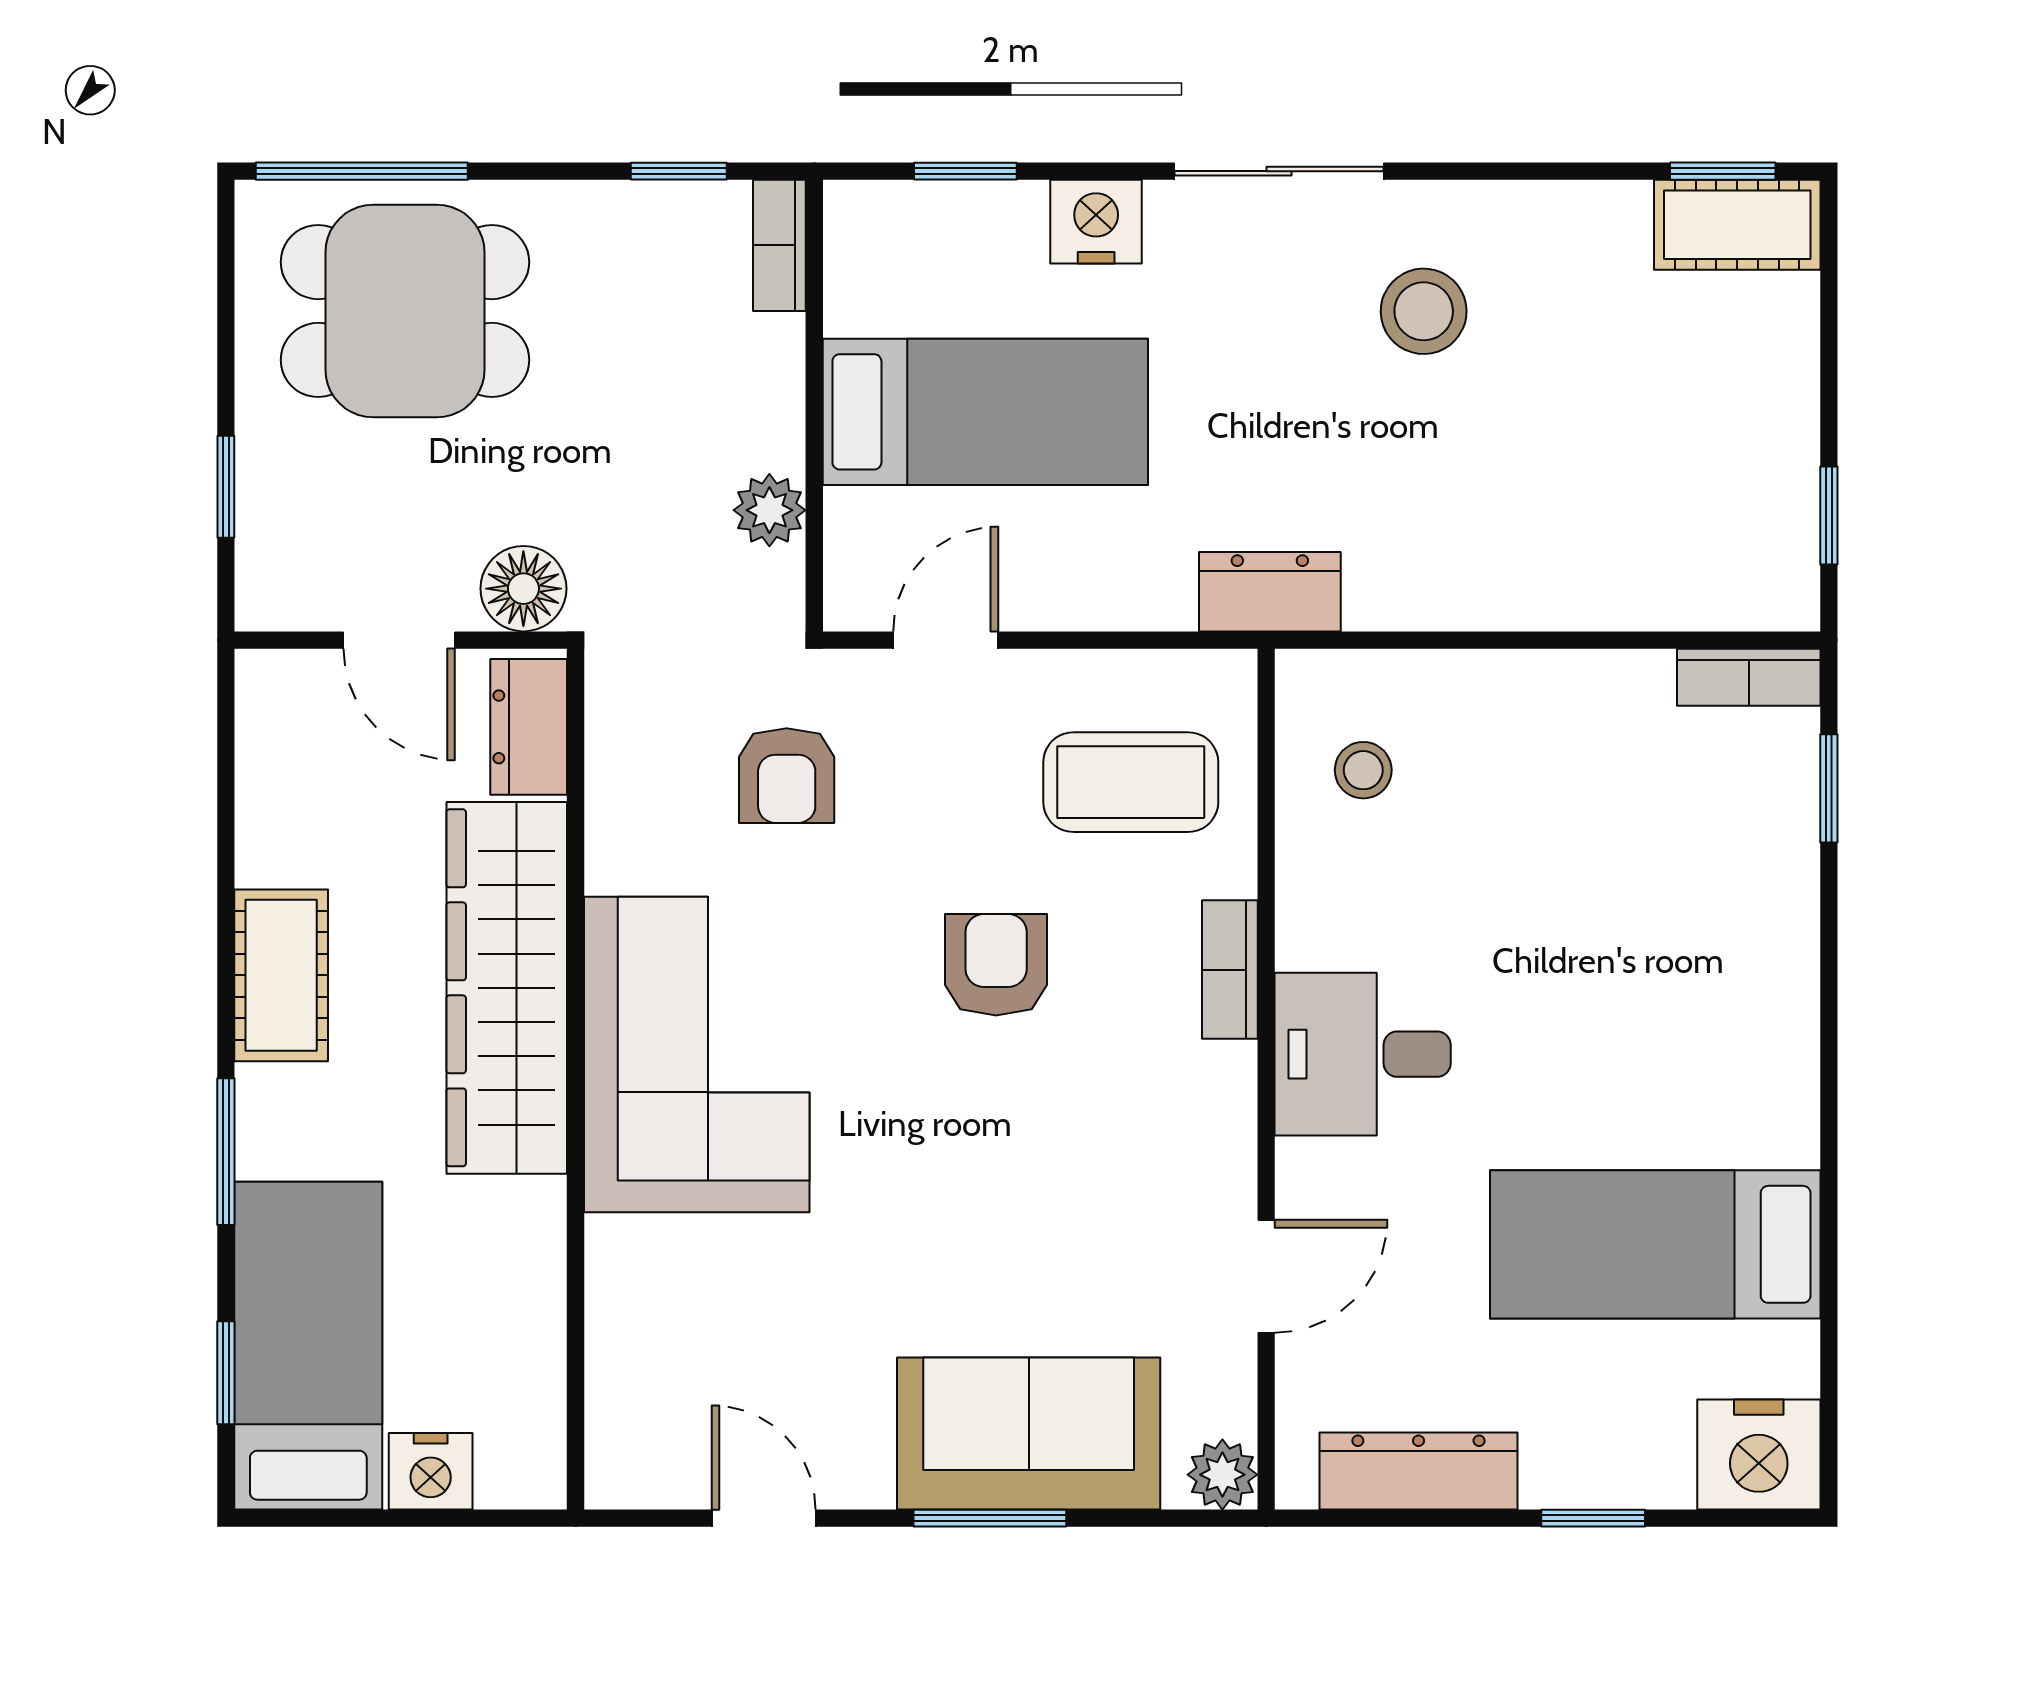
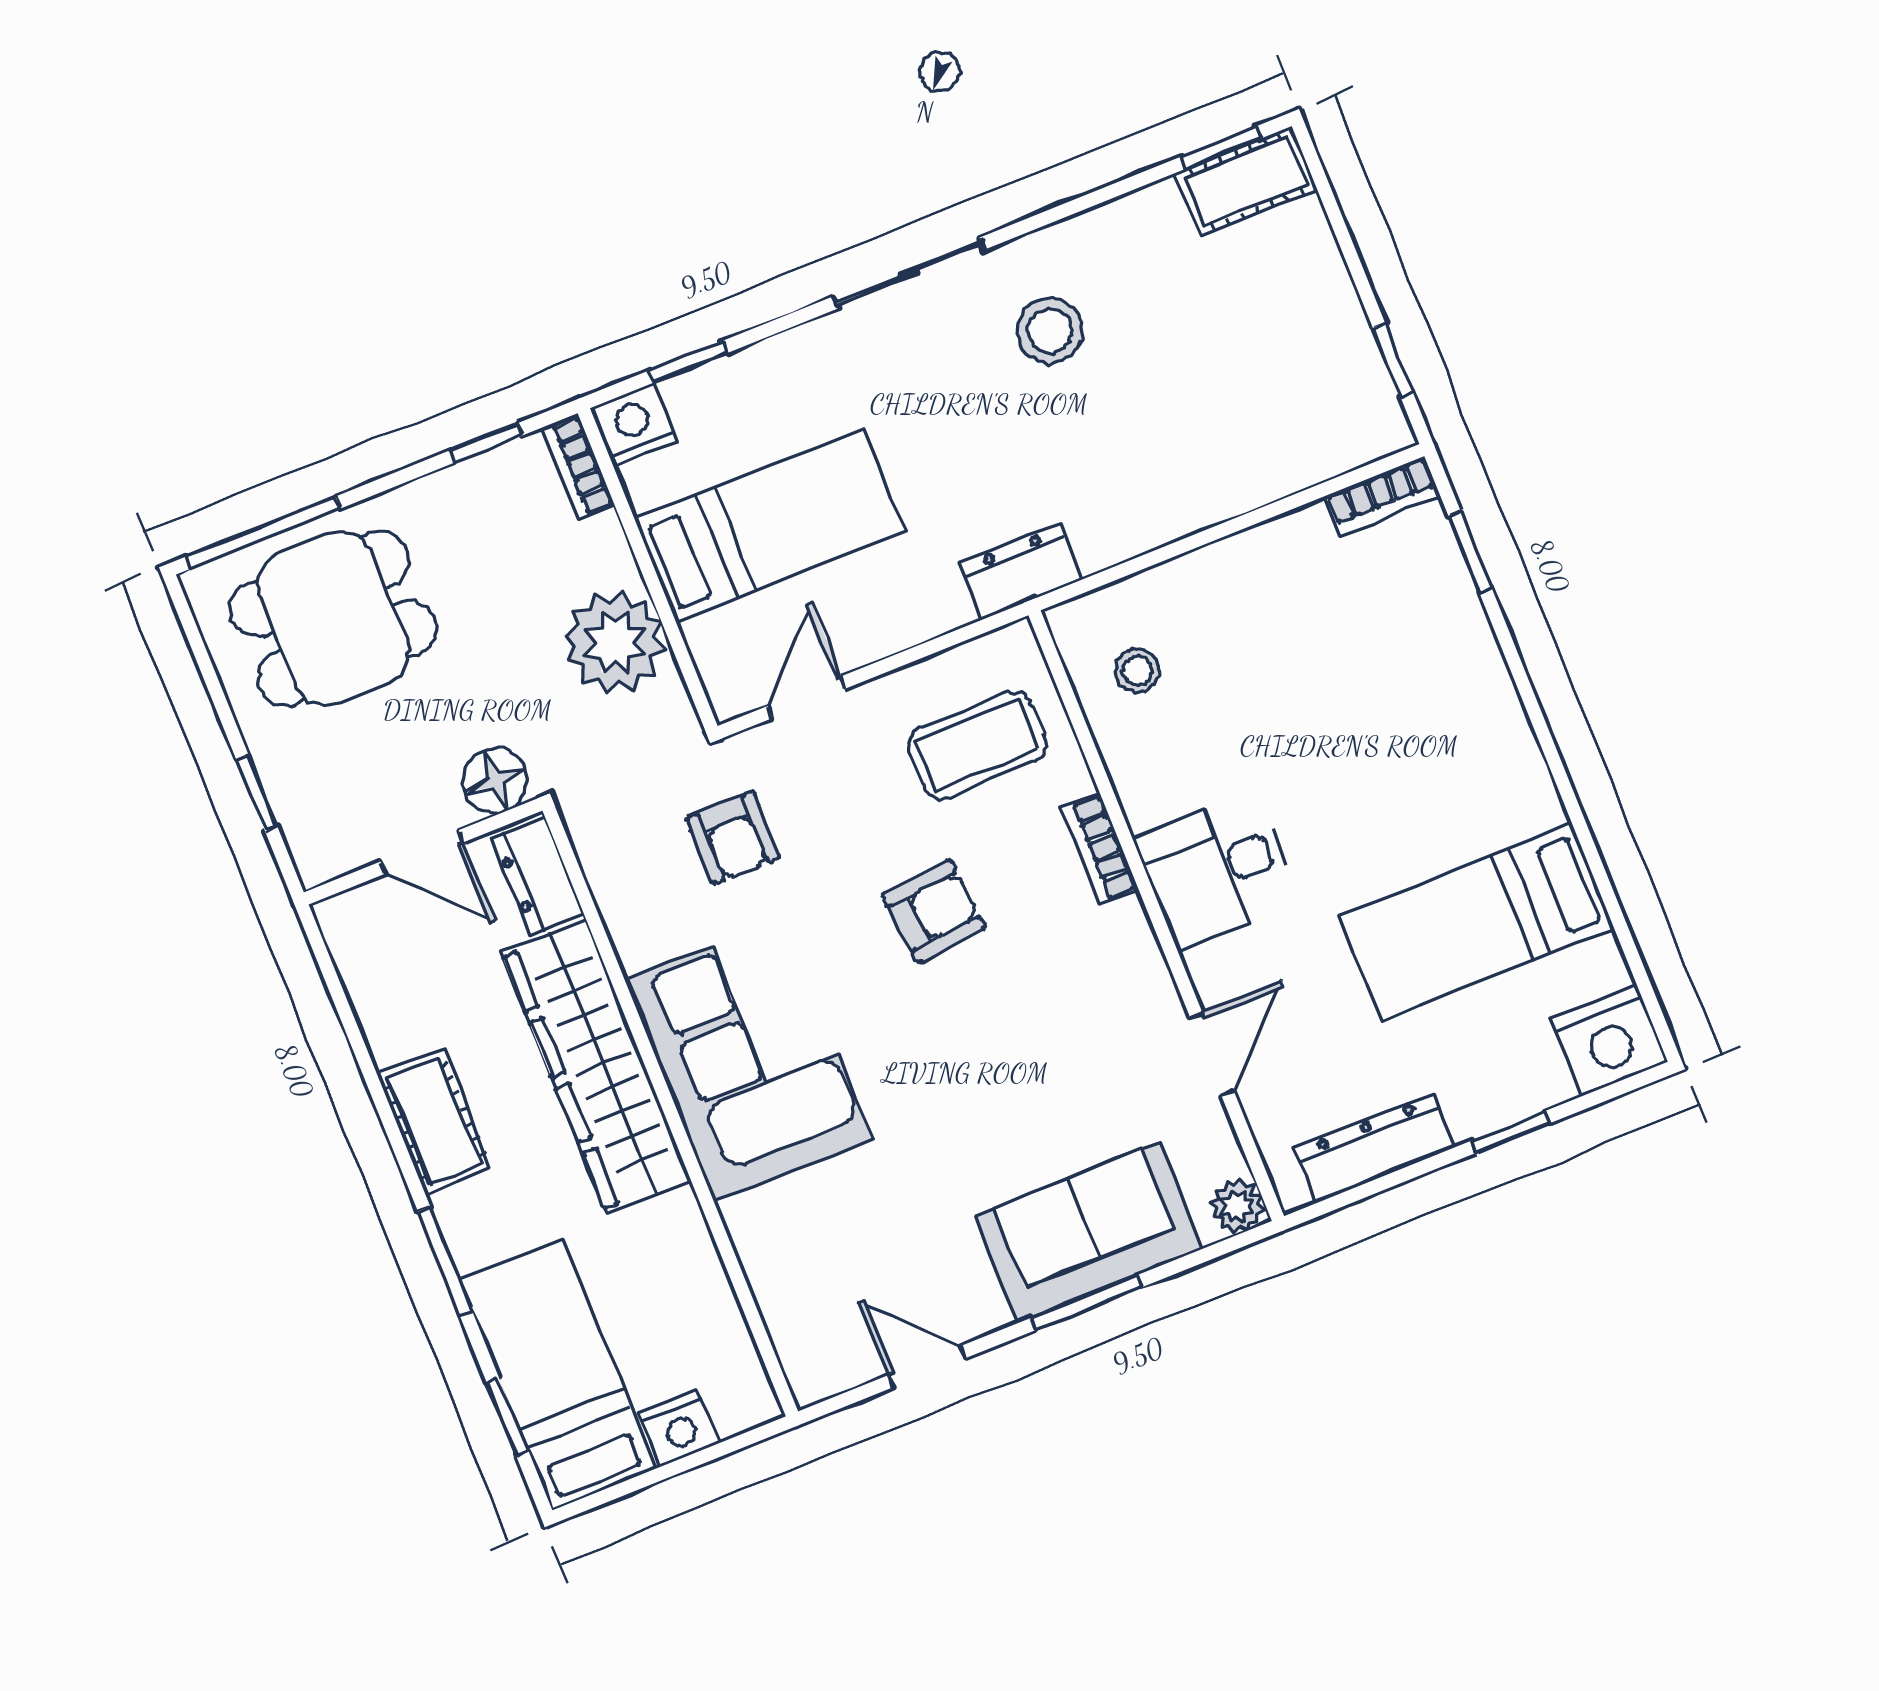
nightstand: (1096, 222) -> (634, 425), moved
plant: (769, 510) -> (615, 642), width x1.88, depth x1.88
armchair: (996, 965) -> (934, 912), turned 84

